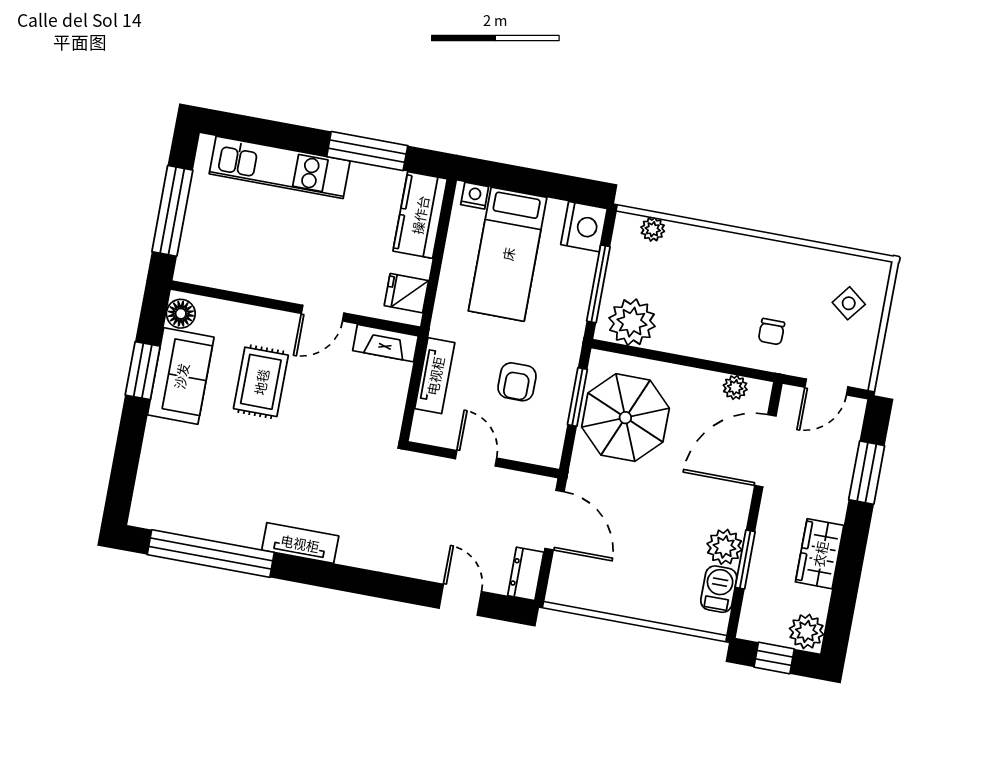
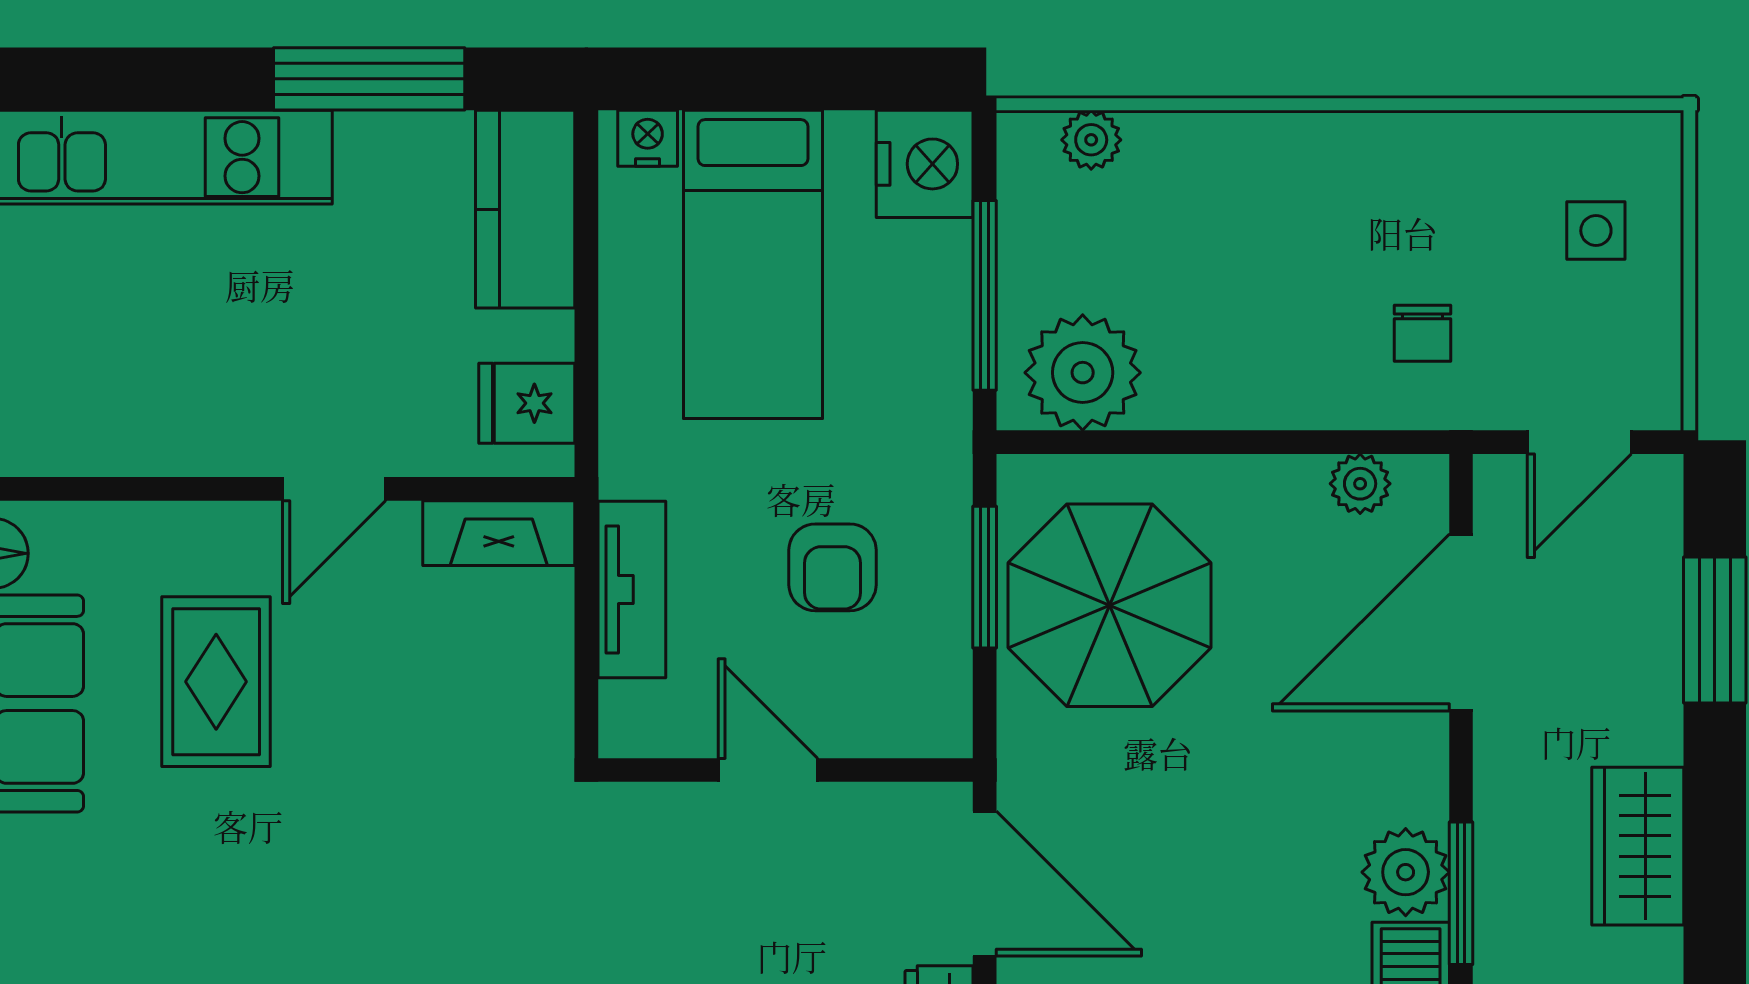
side table: (849, 303) -> (1596, 231), turned -38

